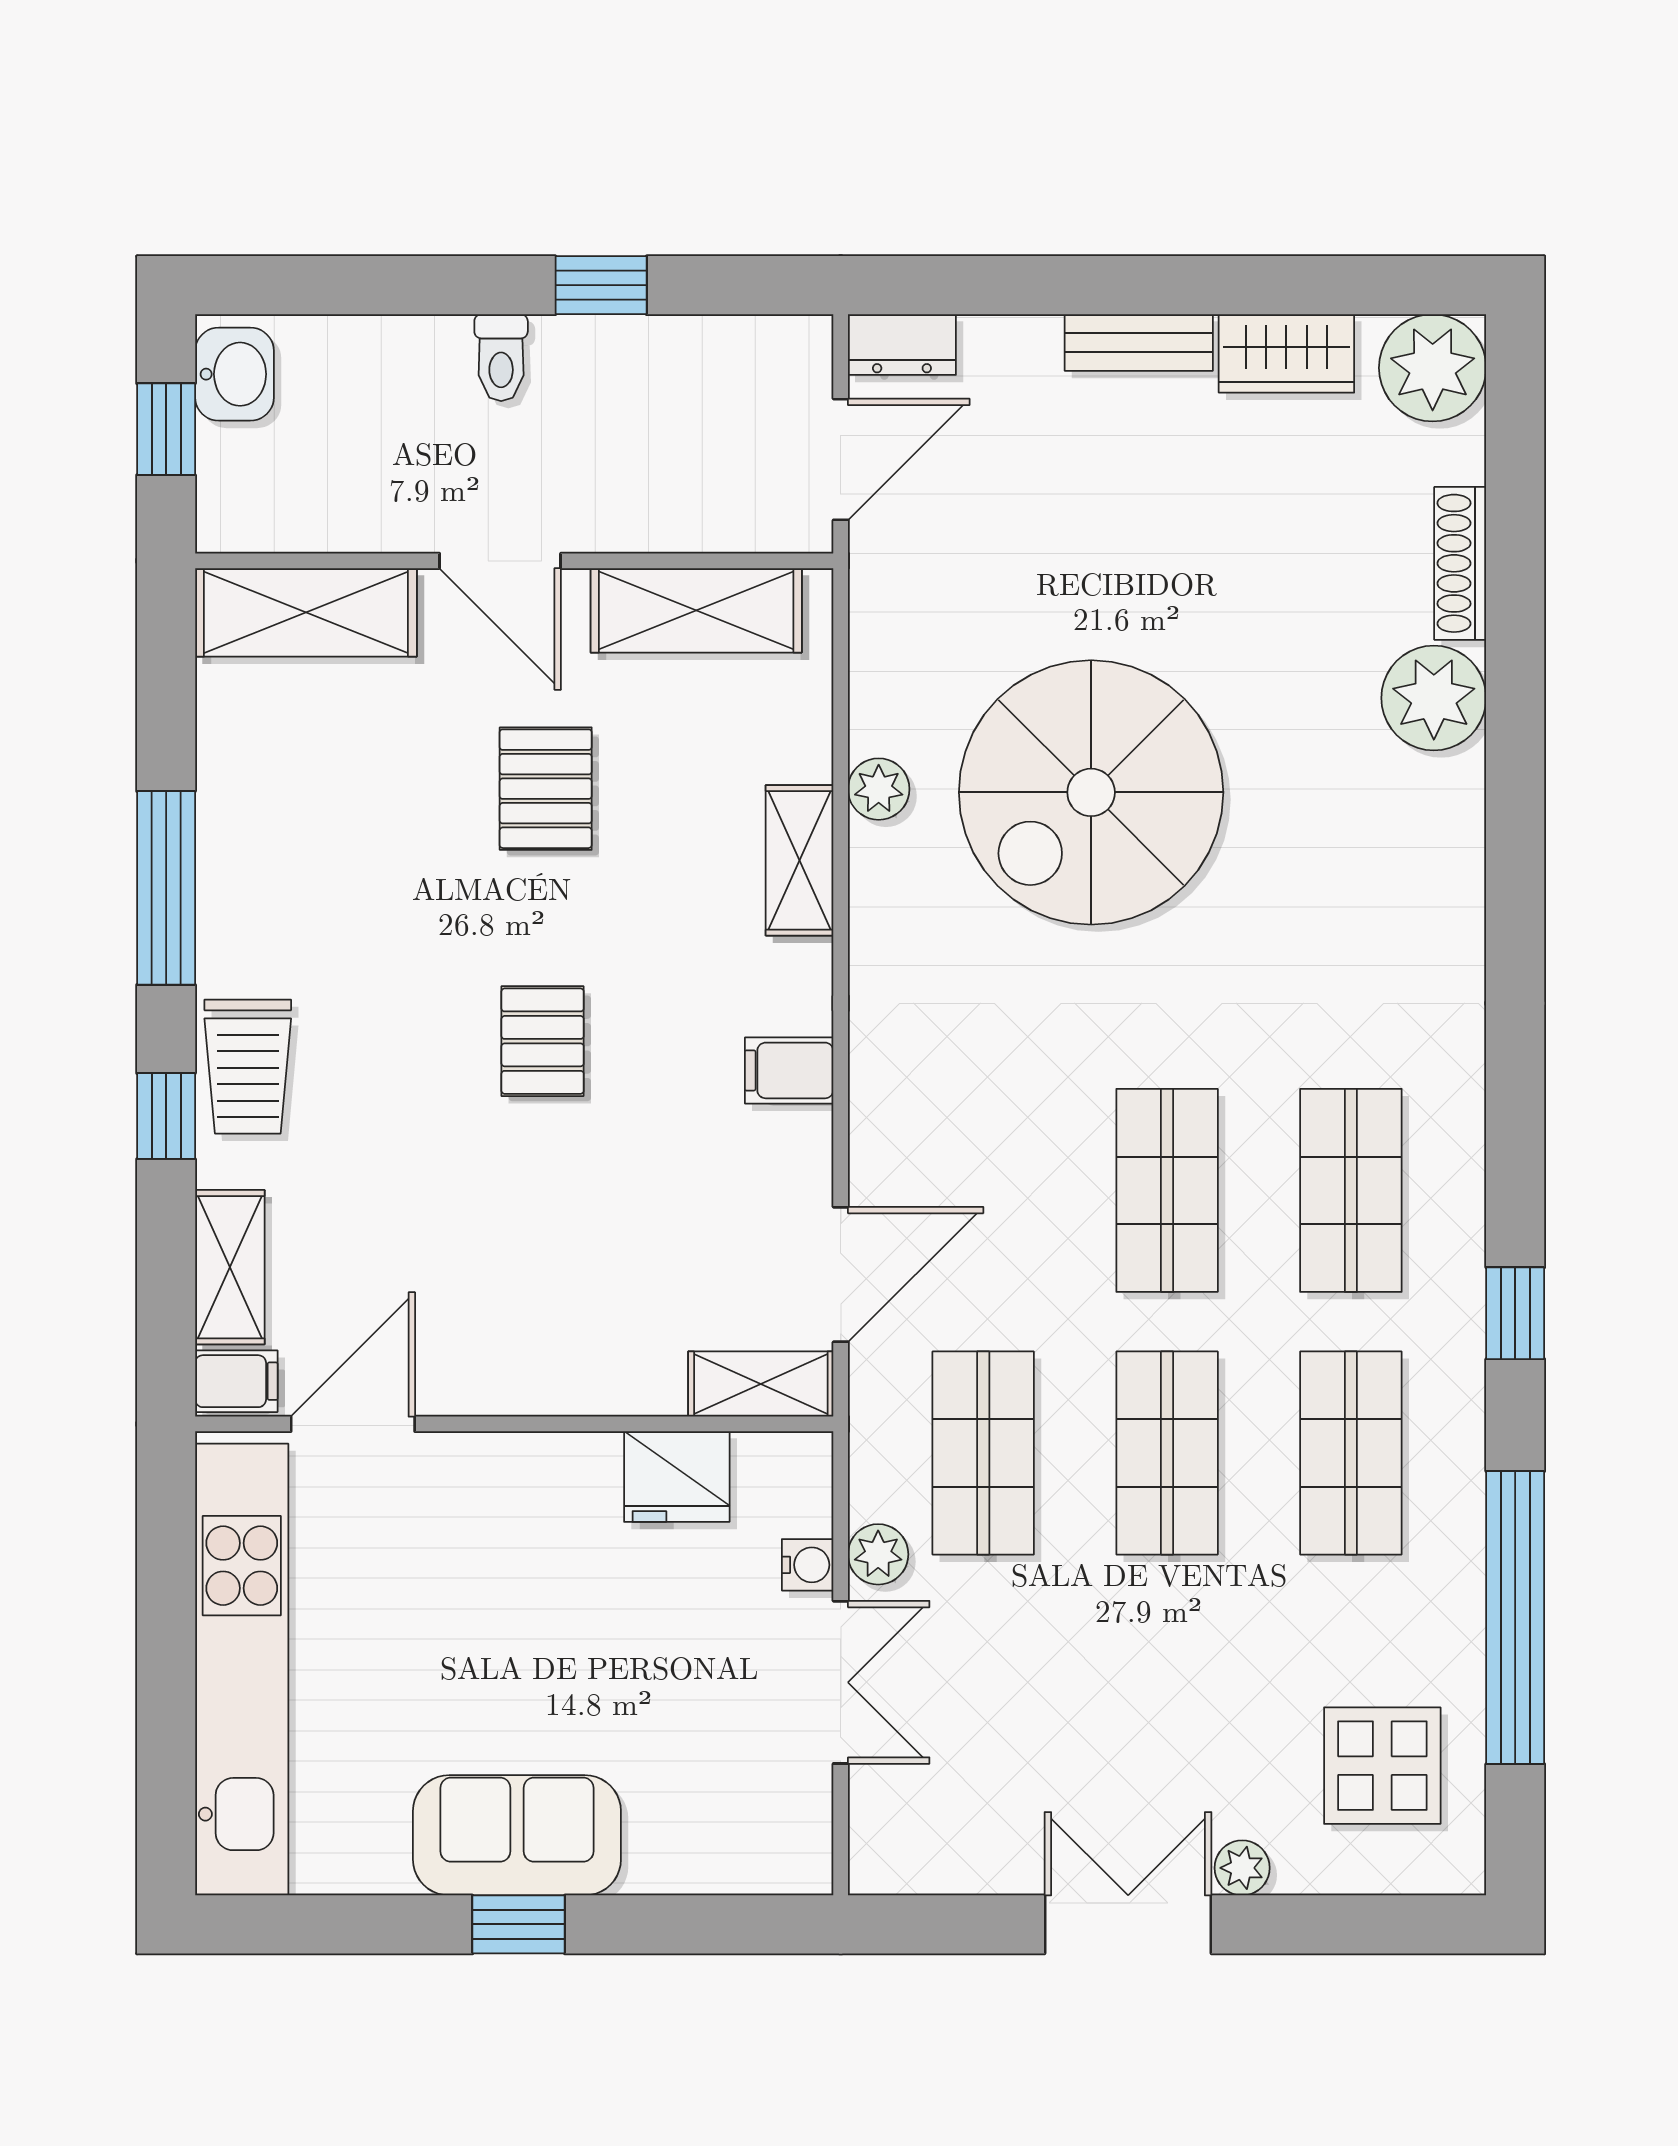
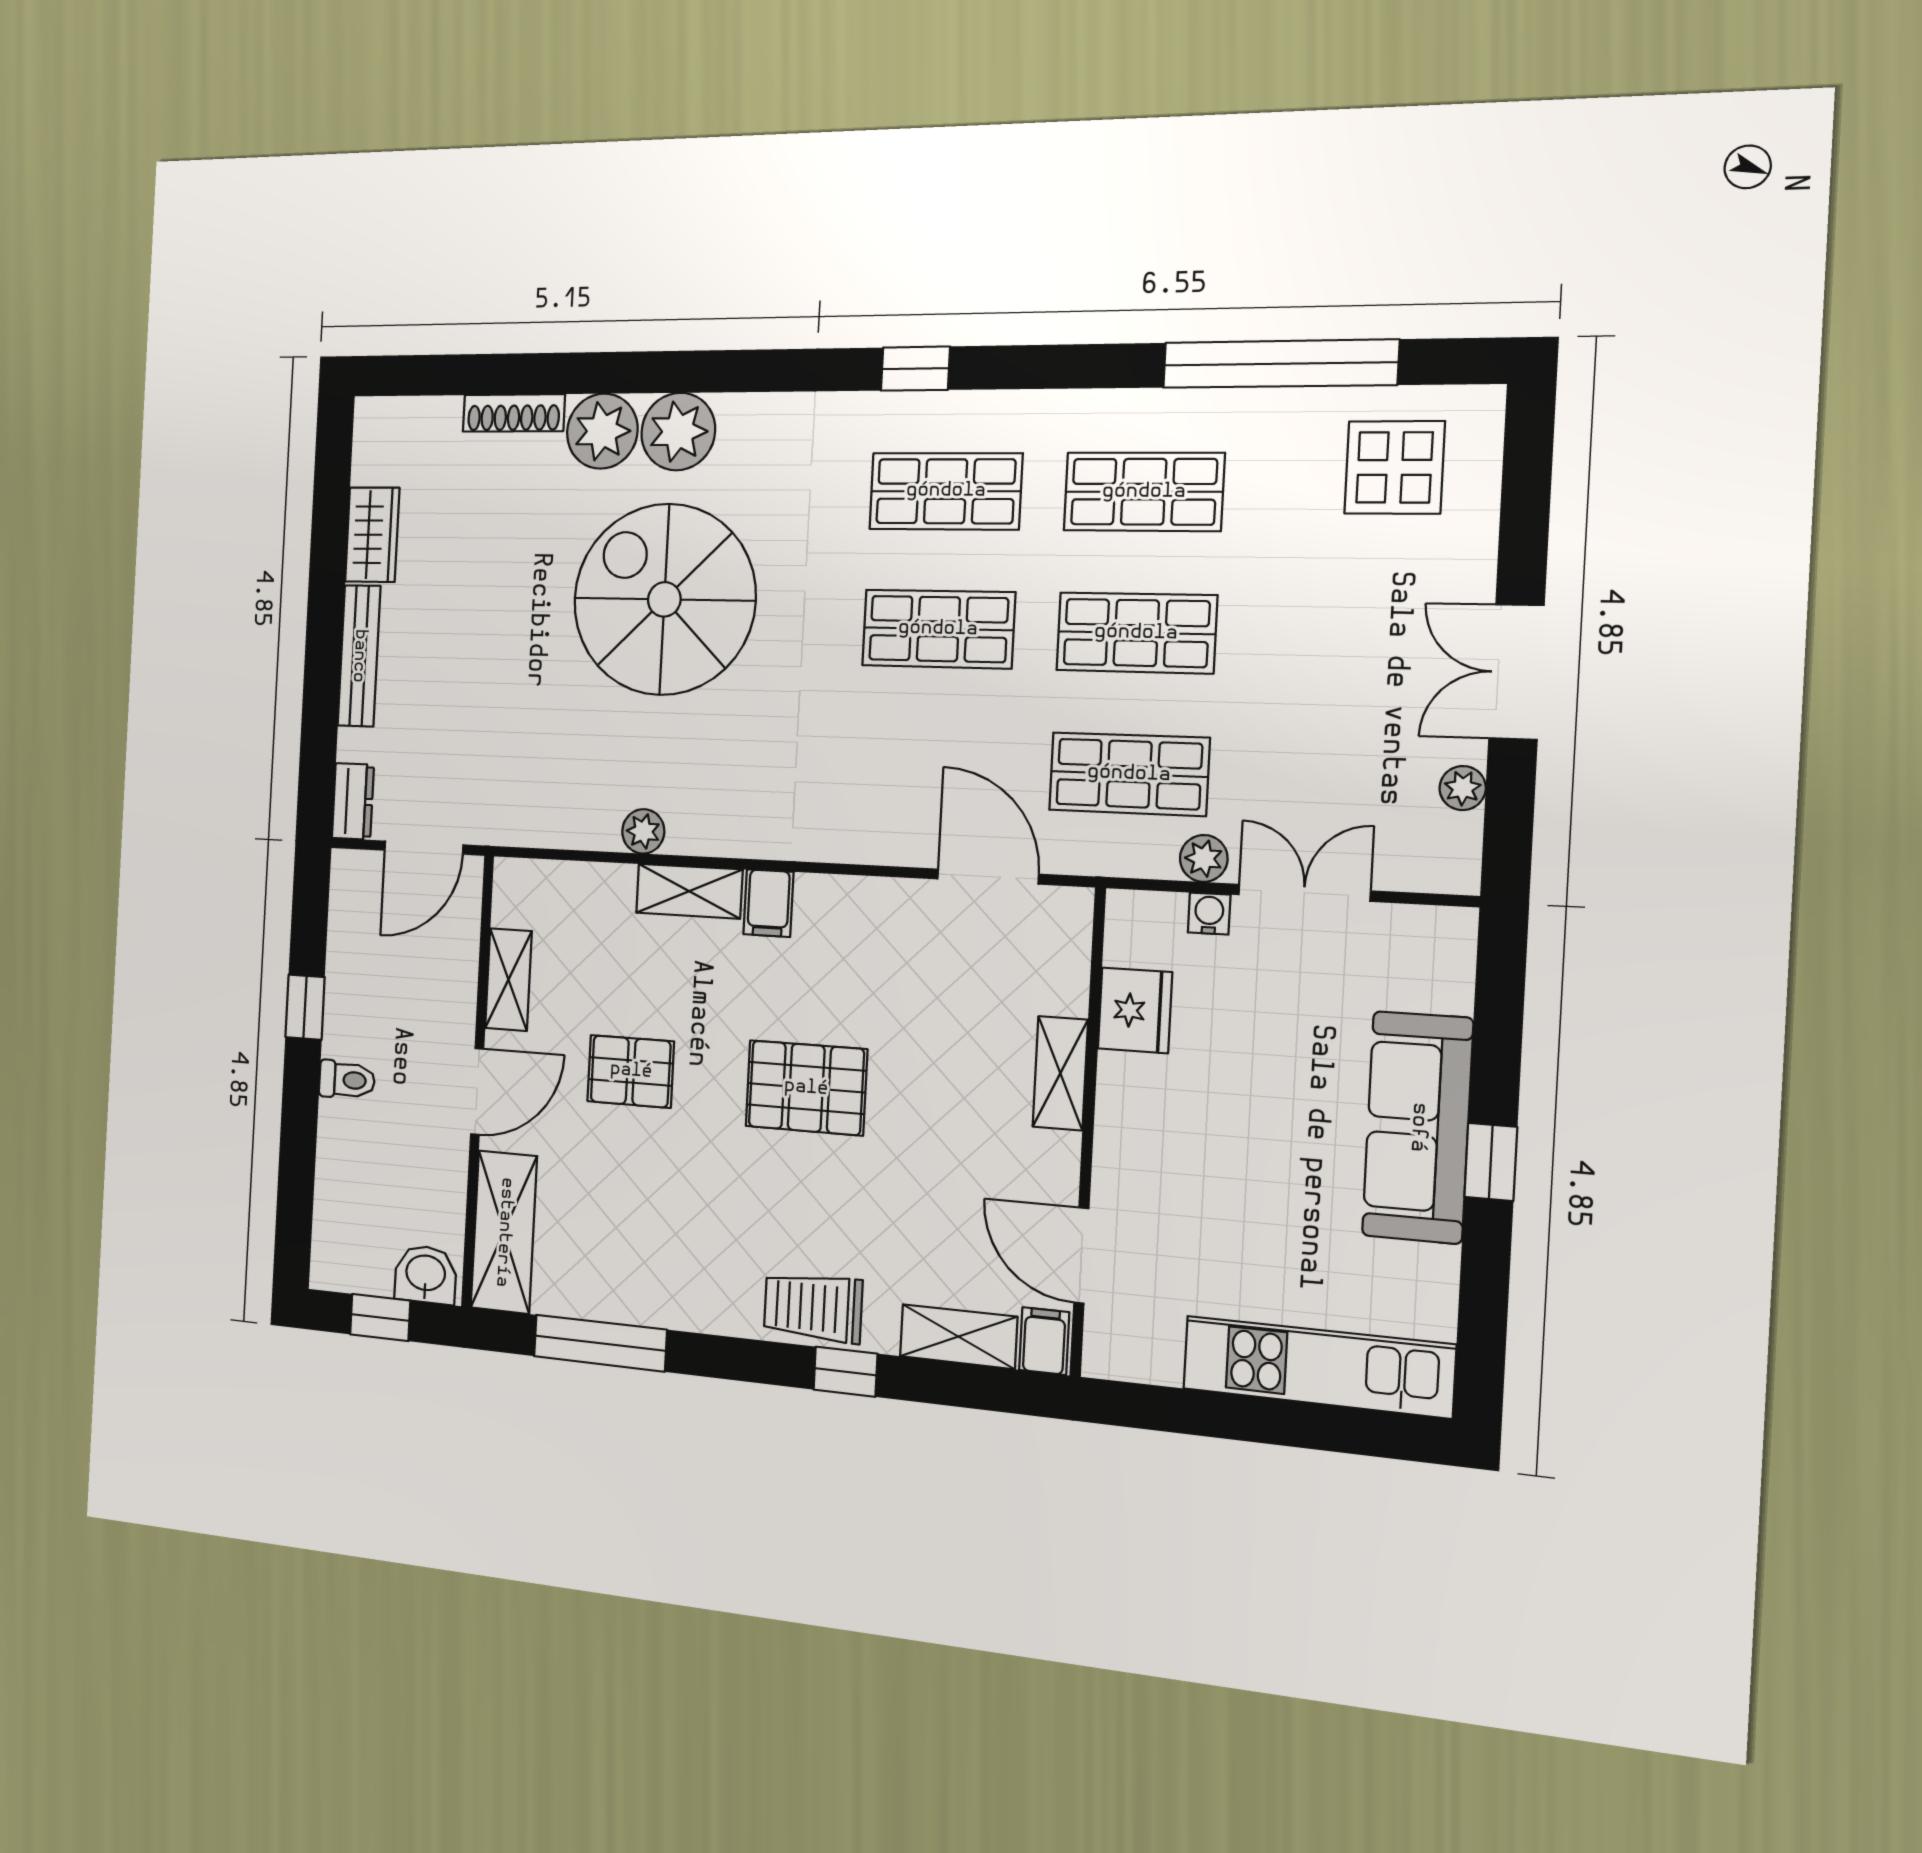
bench: (1139, 342) -> (359, 656), width x1.36
plant: (1433, 368) -> (678, 432), moved
washbasin: (234, 374) -> (426, 1274), moved
door: (841, 459) -> (424, 848), swing flipped
shelving: (696, 610) -> (508, 980), width x0.67, depth x0.75
spiral stairs: (1091, 792) -> (664, 599), moved, turned 180
window: (166, 888) -> (600, 1343), moved
pallet: (543, 1041) -> (806, 1088), width x1.50, depth x1.42
trolley: (248, 1067) -> (813, 1307), turned 180
filing cabinet: (789, 1070) -> (768, 903), moved
window: (1515, 1313) -> (915, 369), moved
shelving: (761, 1384) -> (1060, 1073), moved
kitchen unit: (242, 1670) -> (1318, 1367), width x0.73
sofa: (517, 1835) -> (1418, 1127), width x1.36
plant: (1242, 1868) -> (1463, 788), moved

